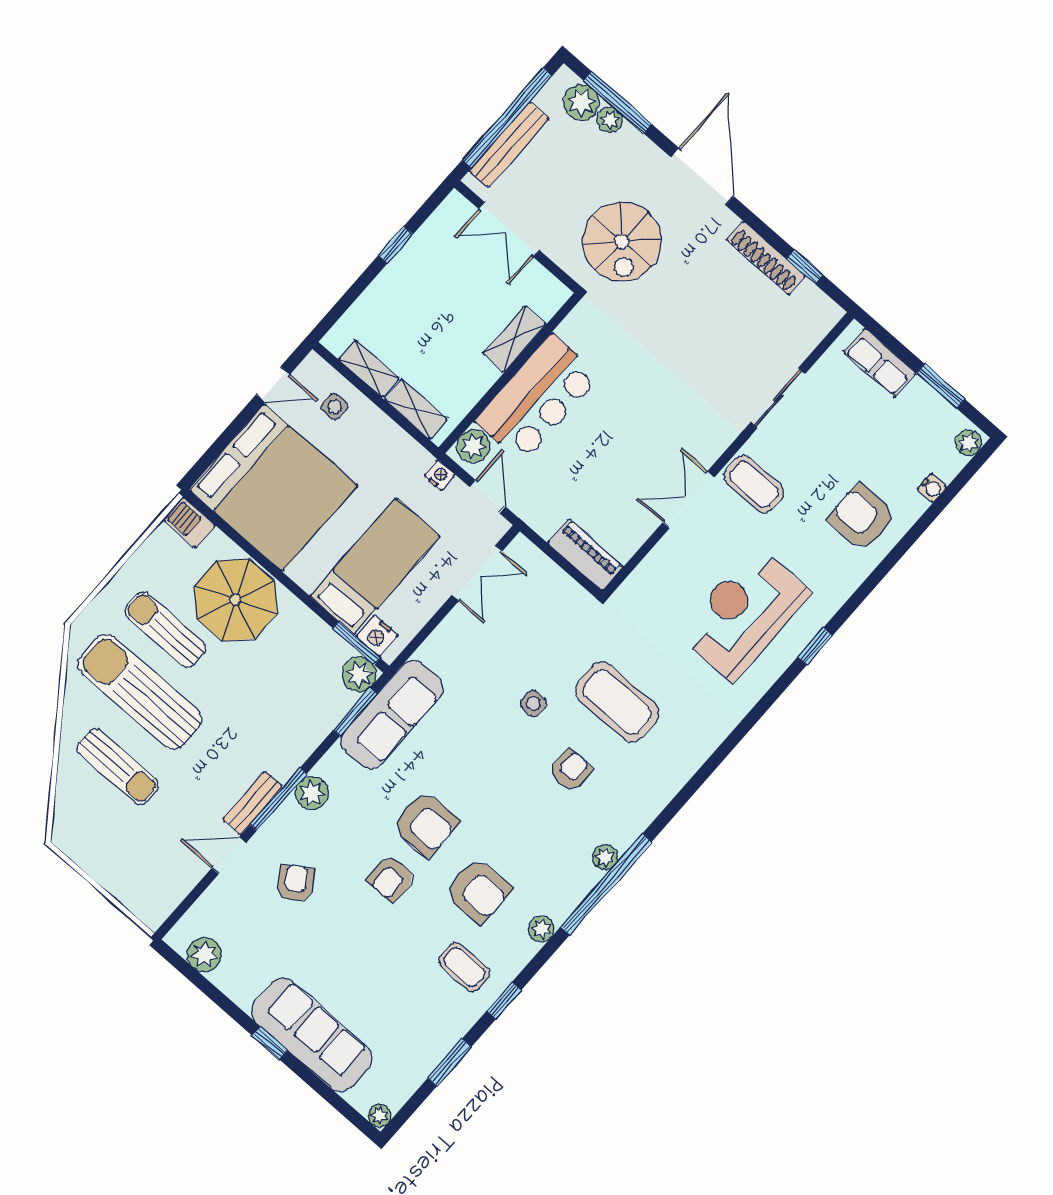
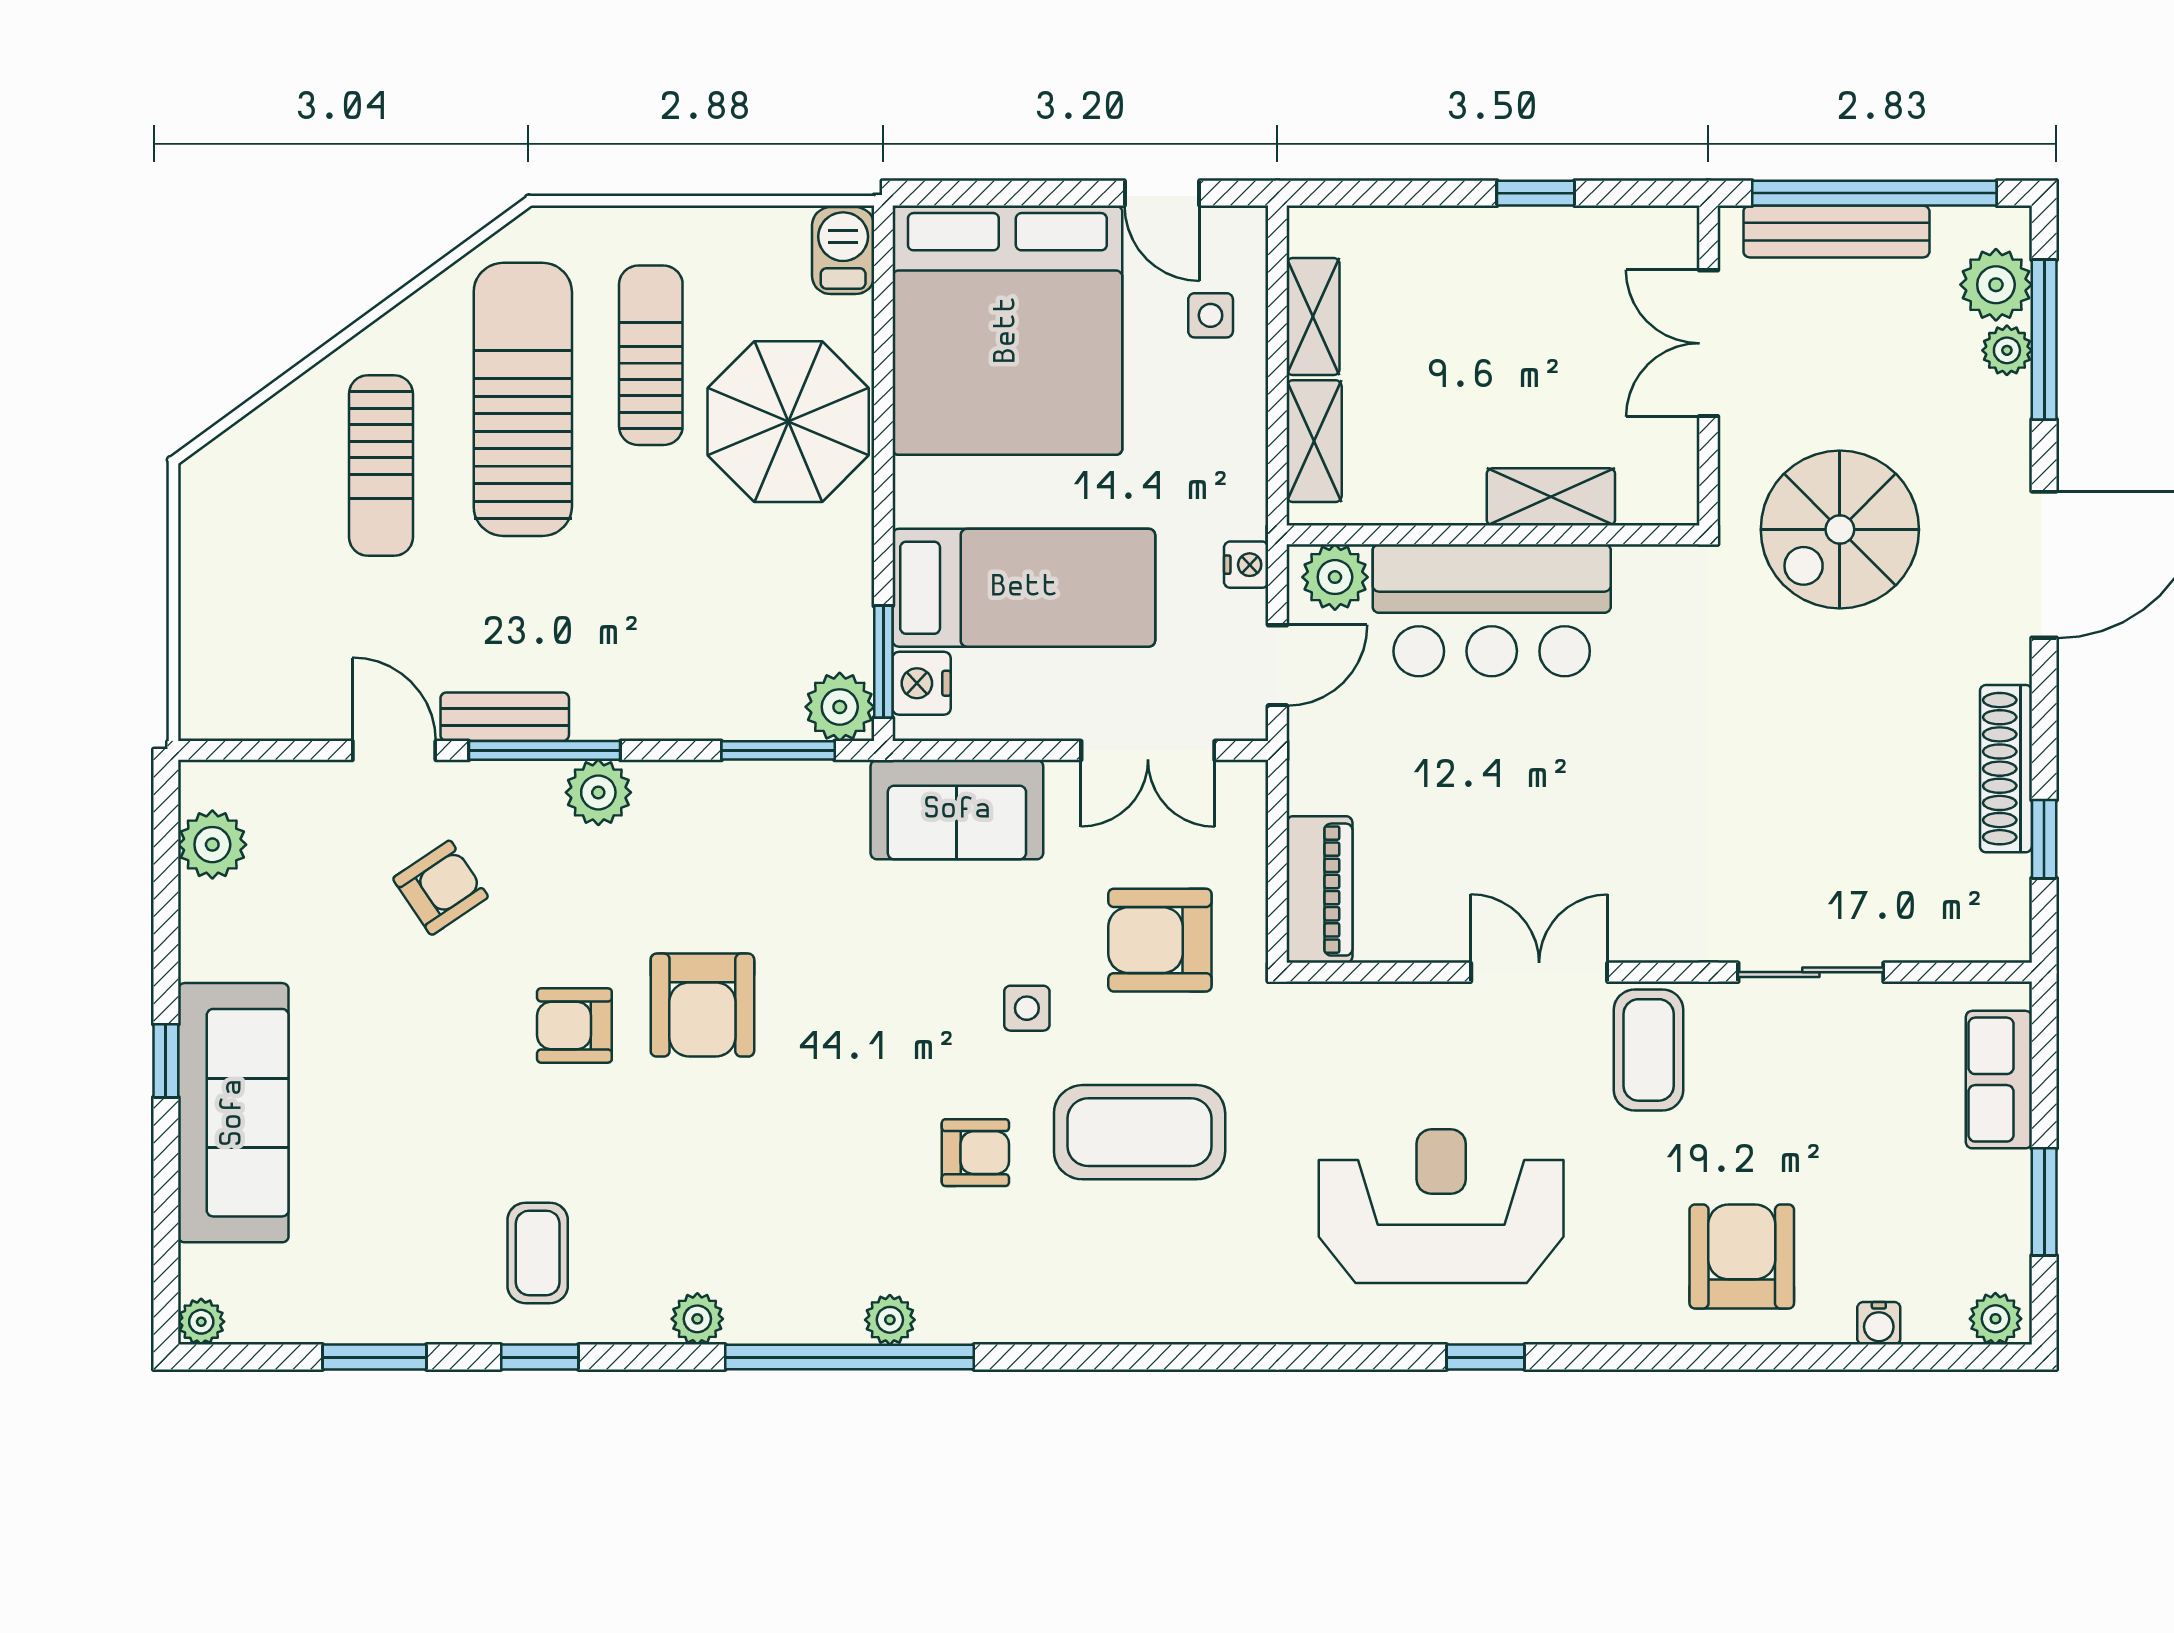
coffee table: (617, 702) -> (1140, 1132), turned 90
sofa: (392, 715) -> (957, 810), moved, width x0.73
armchair: (478, 891) -> (1160, 940), moved, turned 90

